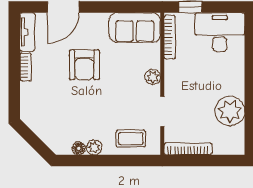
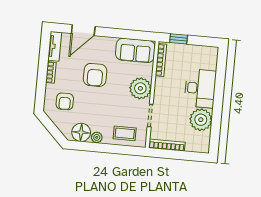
desk: (220, 32) -> (200, 88), moved, turned 90
plant: (153, 77) -> (140, 88), width x1.87, depth x1.87
armchair: (48, 104) -> (65, 101), added
floor lamp: (79, 148) -> (81, 132), width x1.89, depth x1.89

